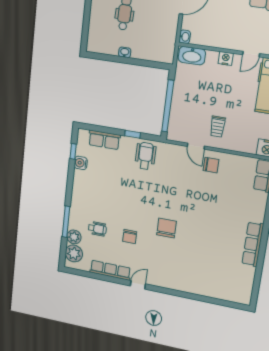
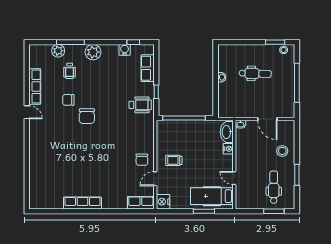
nightstand: (226, 58) -> (228, 149), moved
door: (196, 146) -> (155, 179), moved
chair: (166, 228) -> (87, 116), moved, turned 90
plant: (74, 253) -> (93, 52), moved

